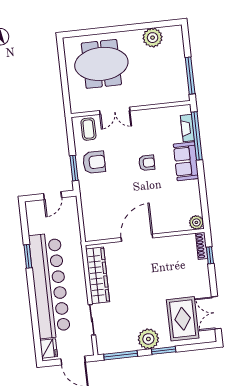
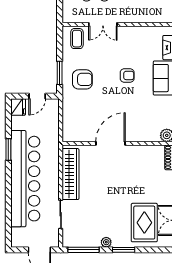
armchair: (94, 162) -> (82, 79), moved
plant: (148, 339) -> (106, 242), width x0.53, depth x0.53
fridge: (49, 348) -> (18, 107), moved

